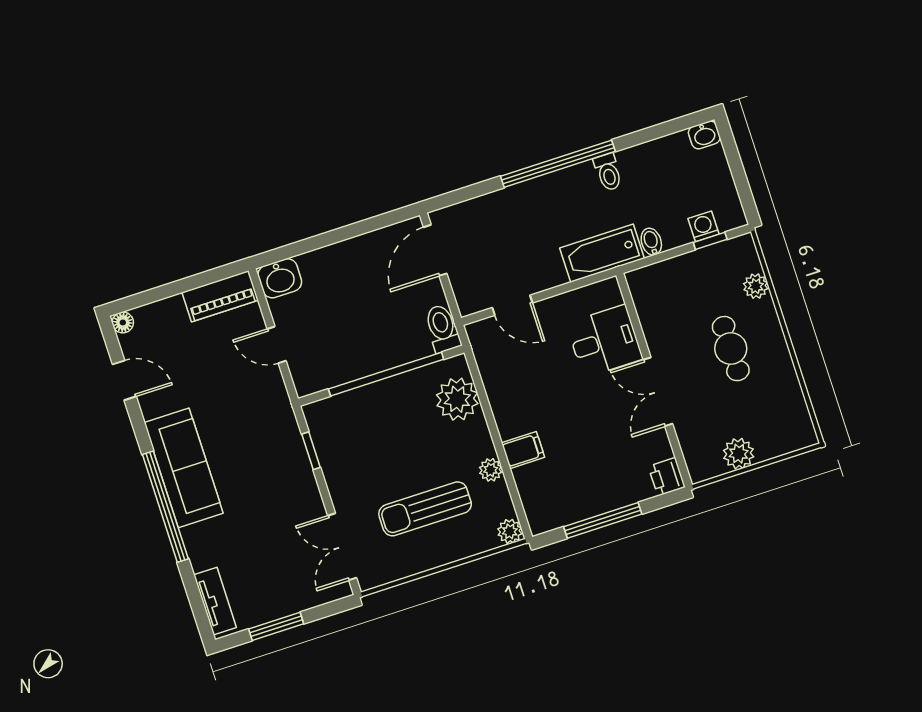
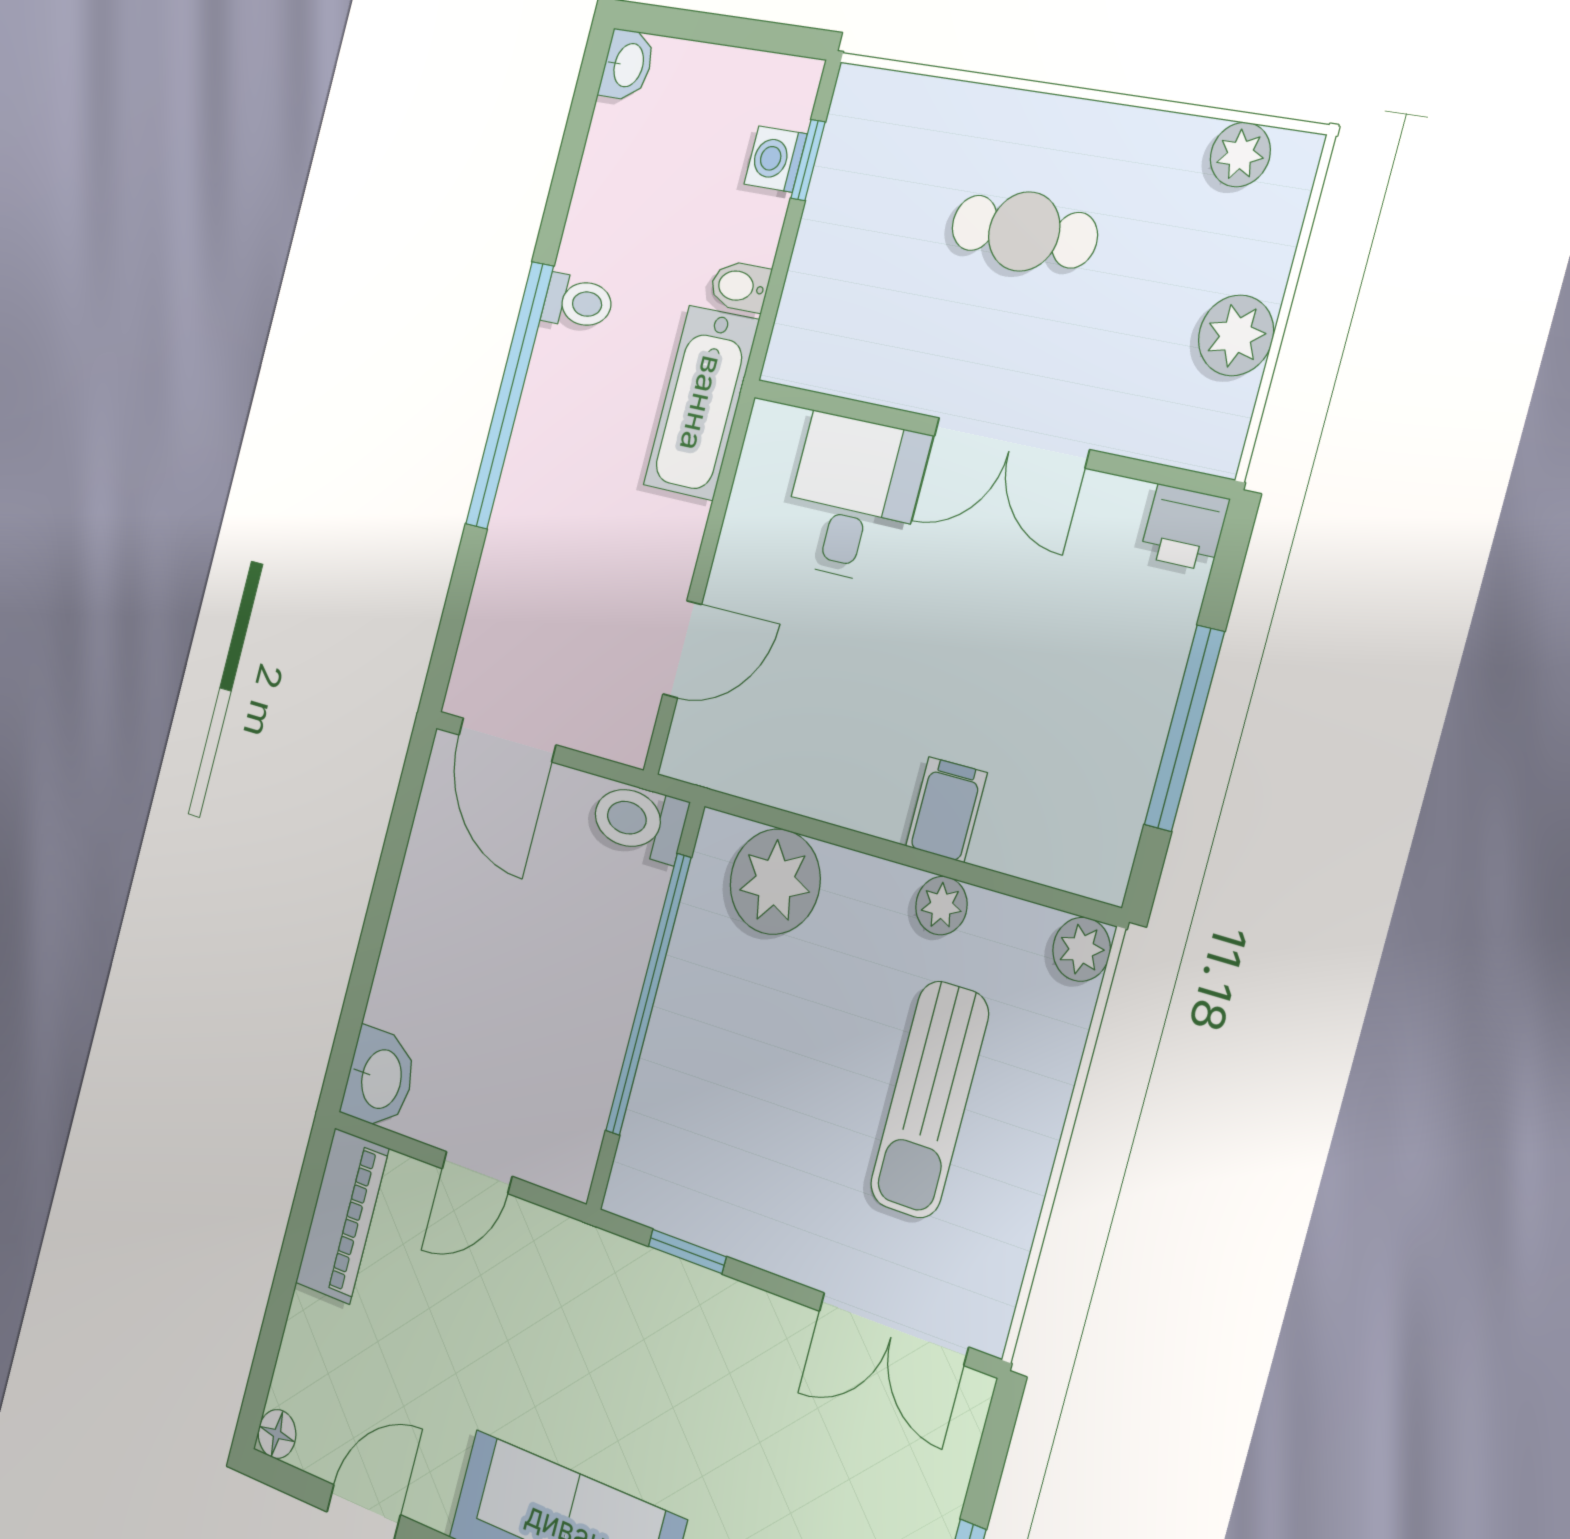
plant: (756, 286) -> (1240, 155), moved

